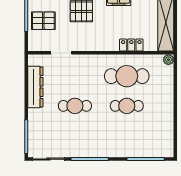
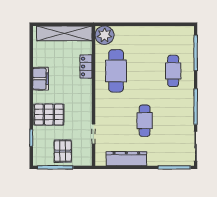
plant: (168, 60) -> (104, 35), width x1.88, depth x1.88
cafe table: (127, 106) -> (173, 71), moved

